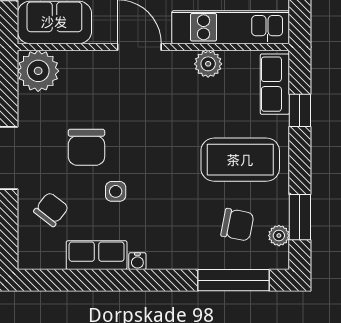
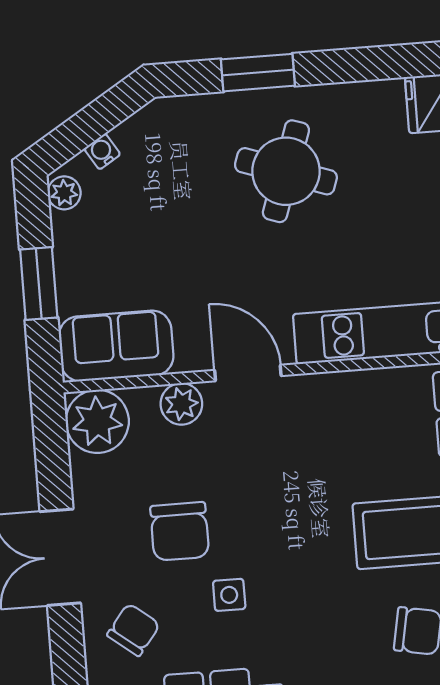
plant: (208, 64) -> (181, 404), moved

